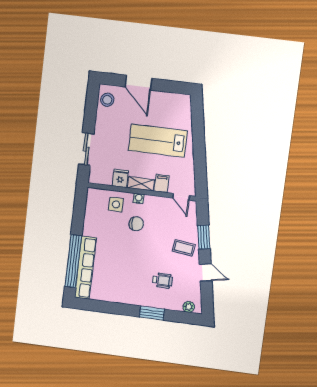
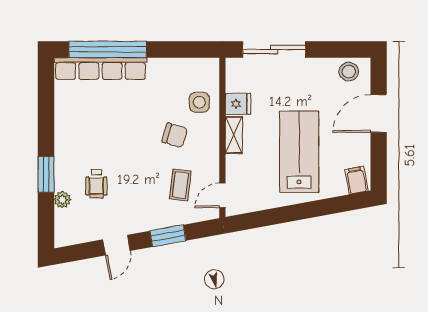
sliding door: (86, 149) -> (274, 49), width x1.37
filing cabinet: (162, 183) -> (357, 180), moved, turned -100
water cooler: (139, 198) -> (212, 134), removed
chair: (136, 224) -> (175, 135), turned -74
coffee table: (184, 248) -> (180, 185), moved
plant: (189, 307) -> (62, 200), moved

